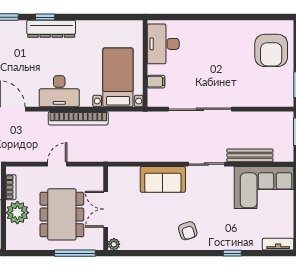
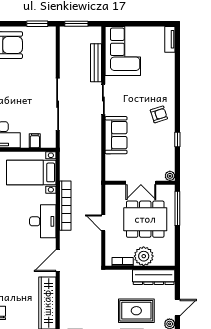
window: (232, 253) -> (177, 139), moved

